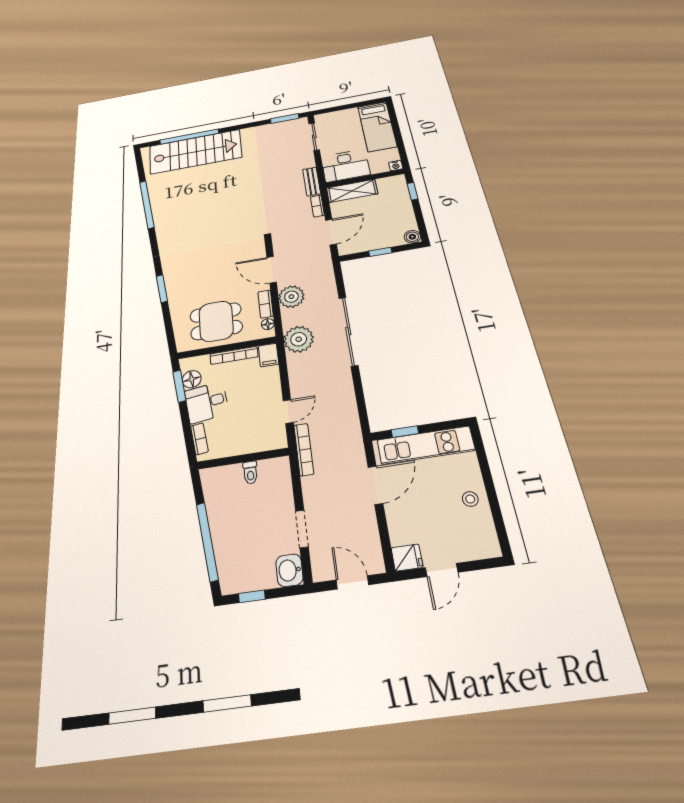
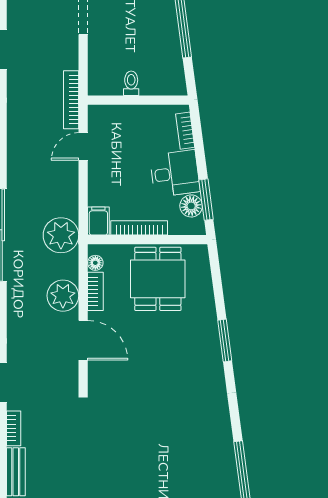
dining table: (216, 321) -> (158, 279), turned 90

